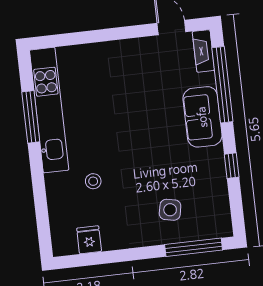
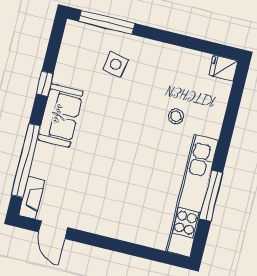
sofa: (203, 117) -> (60, 115), moved
fridge: (89, 240) -> (223, 68), moved, turned 90

